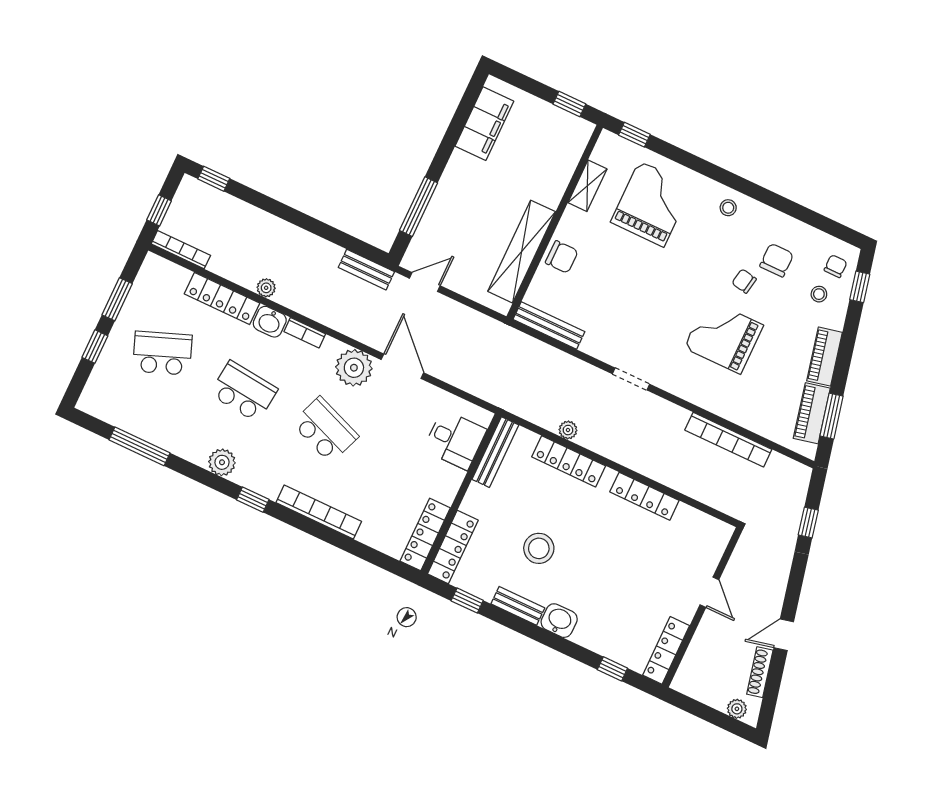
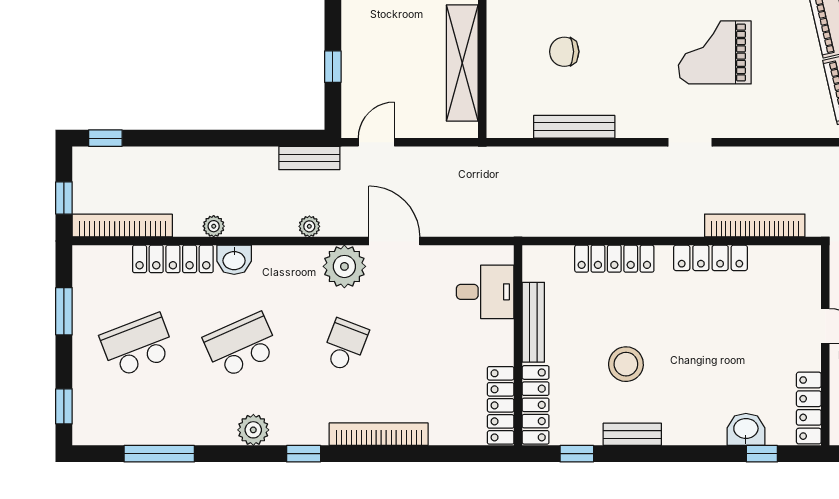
window: (419, 207) -> (333, 67), width x0.46
bookcase: (181, 250) -> (122, 226), width x1.48, depth x1.31
chair: (562, 257) -> (564, 52), moved, turned 180
bench: (549, 326) -> (574, 127), moved
bookcase: (305, 333) -> (276, 254), removed
window: (95, 347) -> (64, 406), moved
doorway: (631, 379) -> (690, 142), moved
school desk: (244, 391) -> (241, 345), turned -30
school desk: (325, 430) -> (345, 345), width x0.54
plant: (568, 430) -> (309, 226), moved
bookcase: (728, 440) -> (755, 226), moved, turned 180
bench: (495, 452) -> (533, 322), moved
washbasin: (559, 621) -> (746, 429), moved

